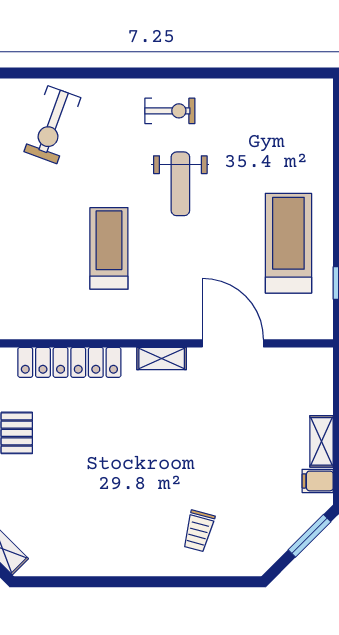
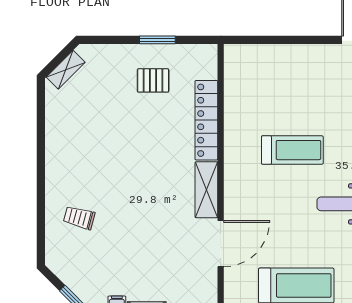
shelving: (162, 359) -> (206, 190), width x1.50, depth x1.33

